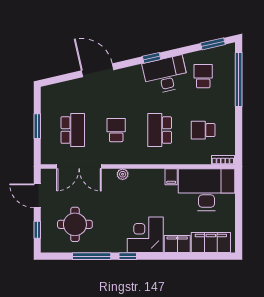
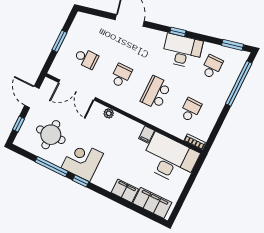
school desk: (73, 130) -> (86, 58), width x0.54
school desk: (203, 130) -> (191, 110), turned 90
corner desk: (145, 235) -> (82, 161), moved

